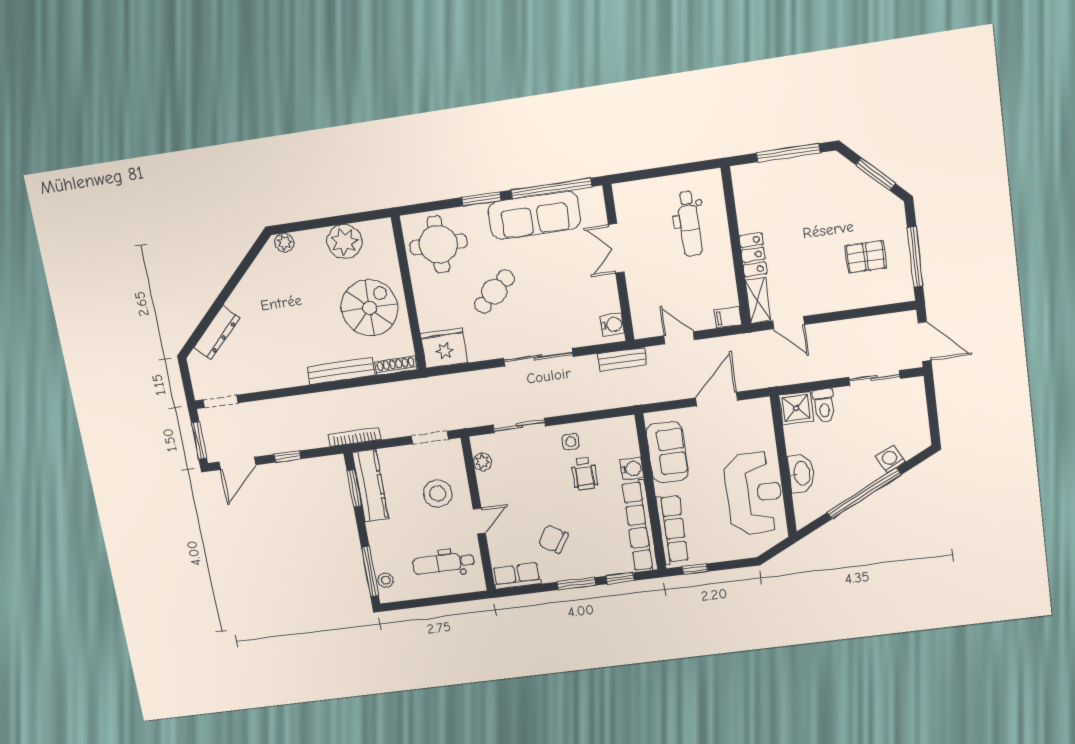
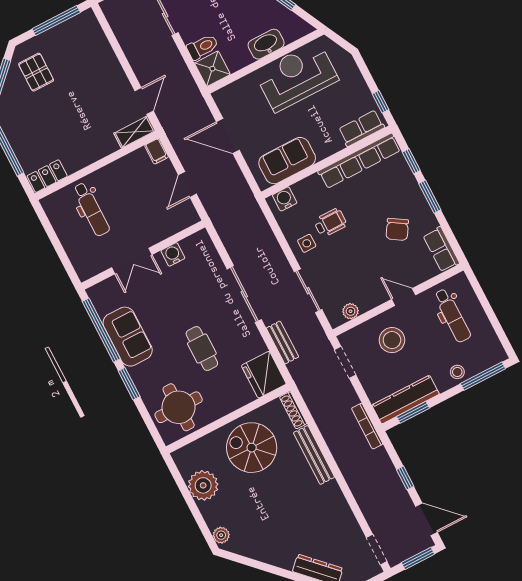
sofa: (534, 215) -> (128, 337), width x0.73
dental chair: (689, 224) -> (91, 209), turned 90
locker: (753, 255) -> (47, 176), moved
pallet: (866, 257) -> (36, 72), moved
cafe table: (494, 292) -> (202, 349), turned 41
water cooler: (612, 325) -> (173, 254), moved
bench: (622, 359) -> (283, 342), moved
water cooler: (632, 469) -> (285, 199), moved
row of seats: (672, 529) -> (361, 128), width x0.68
stool: (386, 580) -> (457, 372), moved

